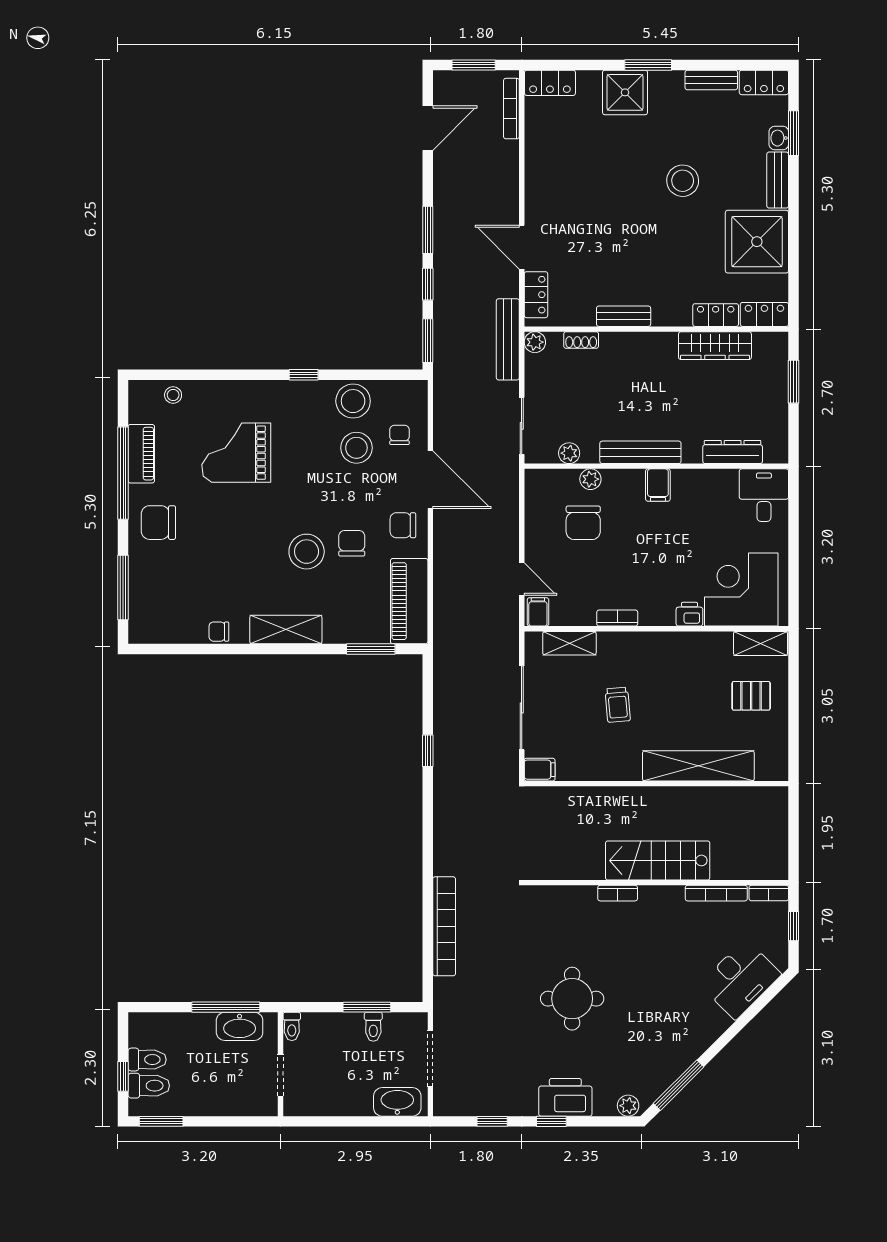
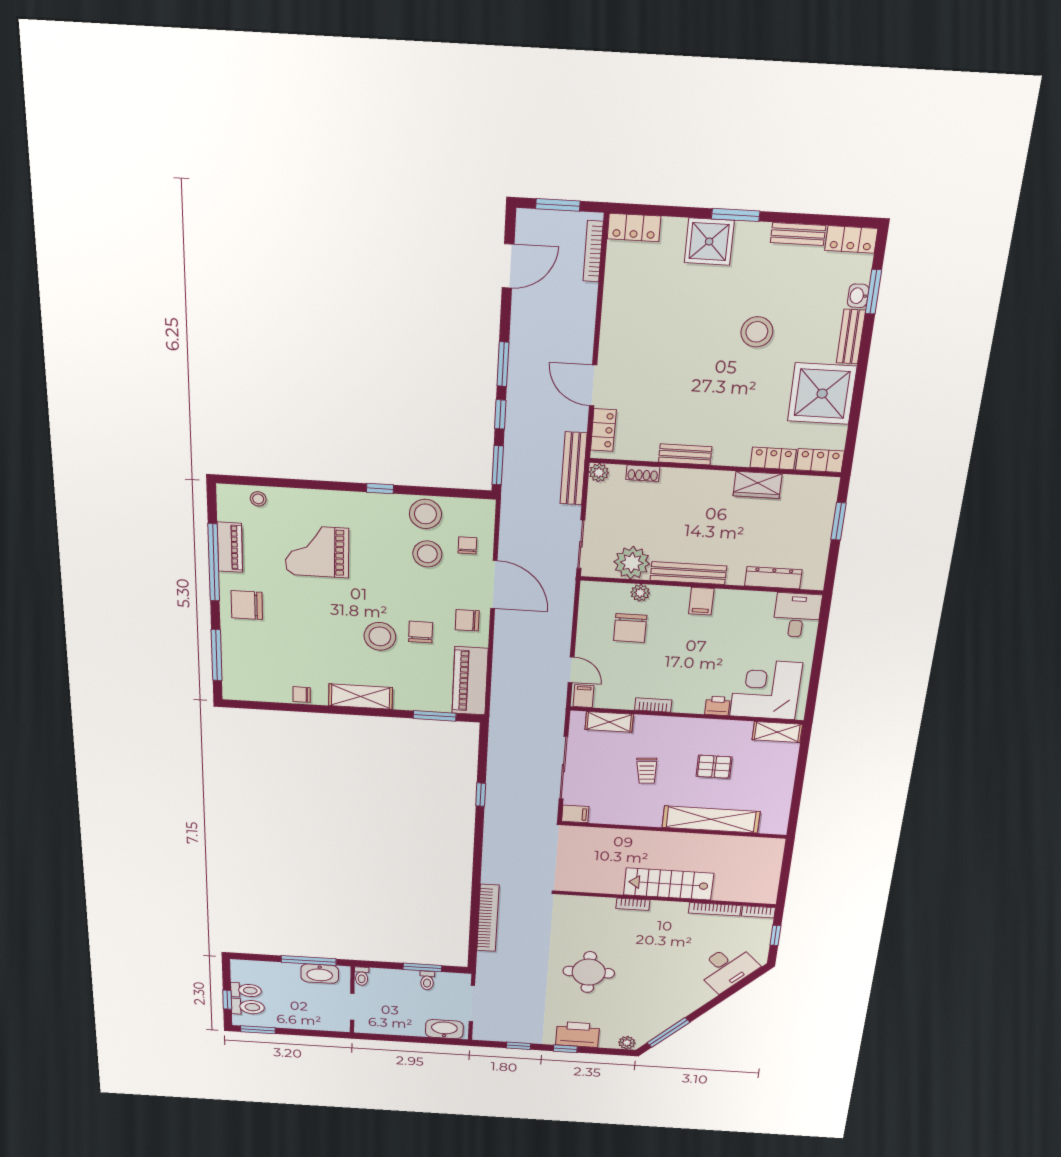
wardrobe: (715, 346) -> (758, 485), width x0.67
plant: (569, 453) -> (632, 563), width x1.87, depth x1.87
pallet: (751, 696) -> (714, 767), moved

